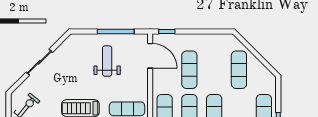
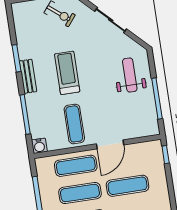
door: (150, 56) -> (110, 144), moved
weight bench: (107, 61) -> (130, 75), moved, turned -90

